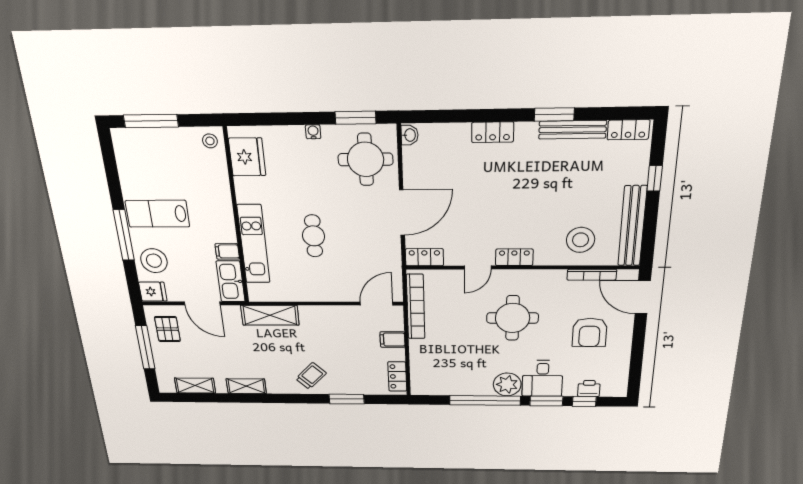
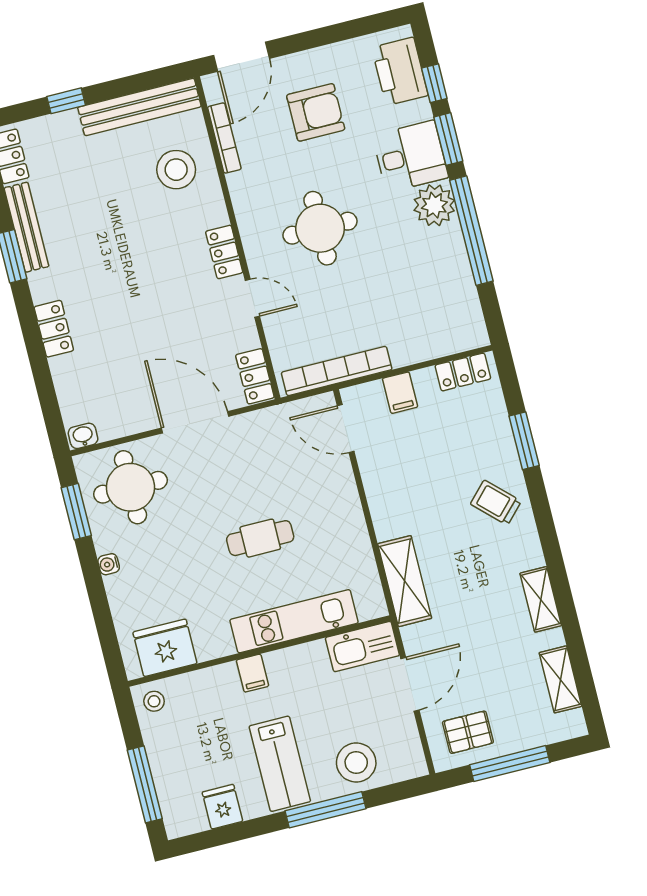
filing cabinet: (227, 251) -> (253, 673), moved
fridge: (153, 292) -> (222, 807), moved
printer: (589, 389) -> (400, 71), width x1.87, depth x1.48

